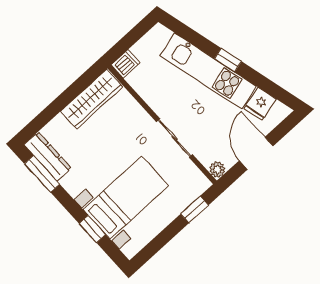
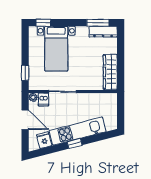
dishwasher: (126, 64) -> (44, 99), moved
window: (92, 229) -> (43, 23), moved

